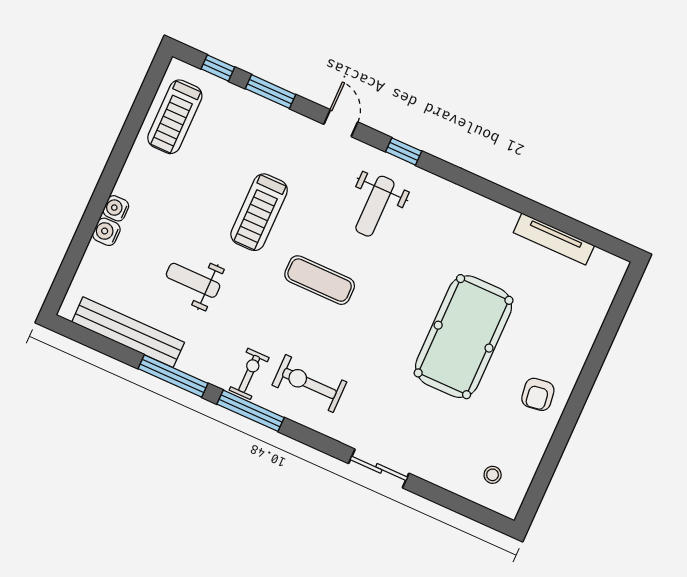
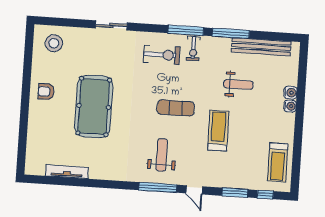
treadmill: (175, 117) -> (278, 162), turned 180
window: (404, 151) -> (158, 187), width x2.17
armchair: (538, 394) -> (46, 92), turned -82
stool: (493, 475) -> (54, 43), width x1.89, depth x1.89

